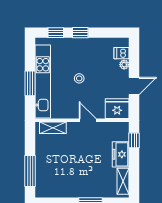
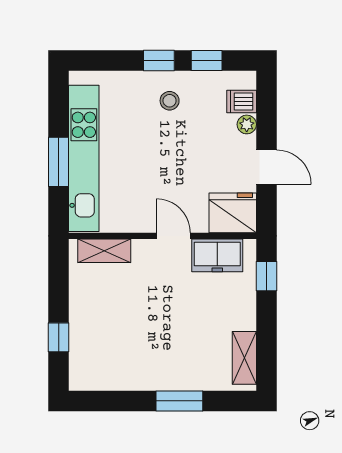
window: (56, 33) -> (207, 61), moved
stool: (79, 78) -> (170, 101), moved
door: (134, 86) -> (266, 167), hinge flipped
freezer: (121, 154) -> (217, 255), moved, turned -90
window: (30, 171) -> (59, 337), width x0.46

